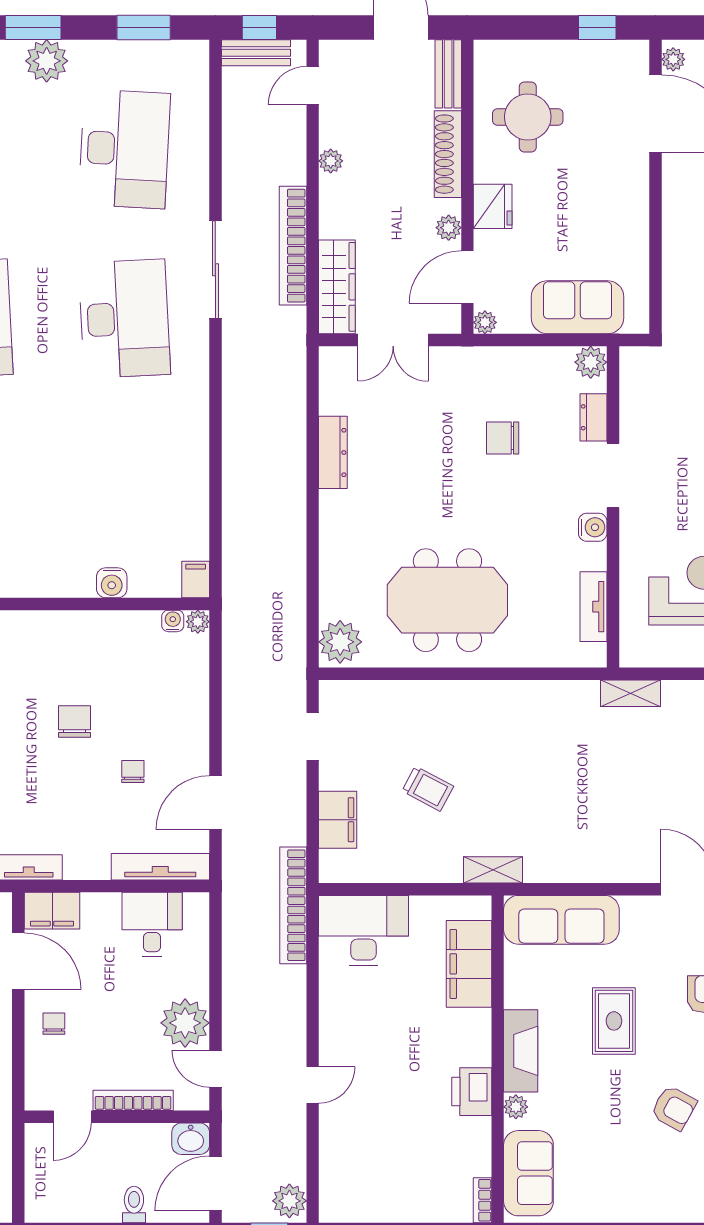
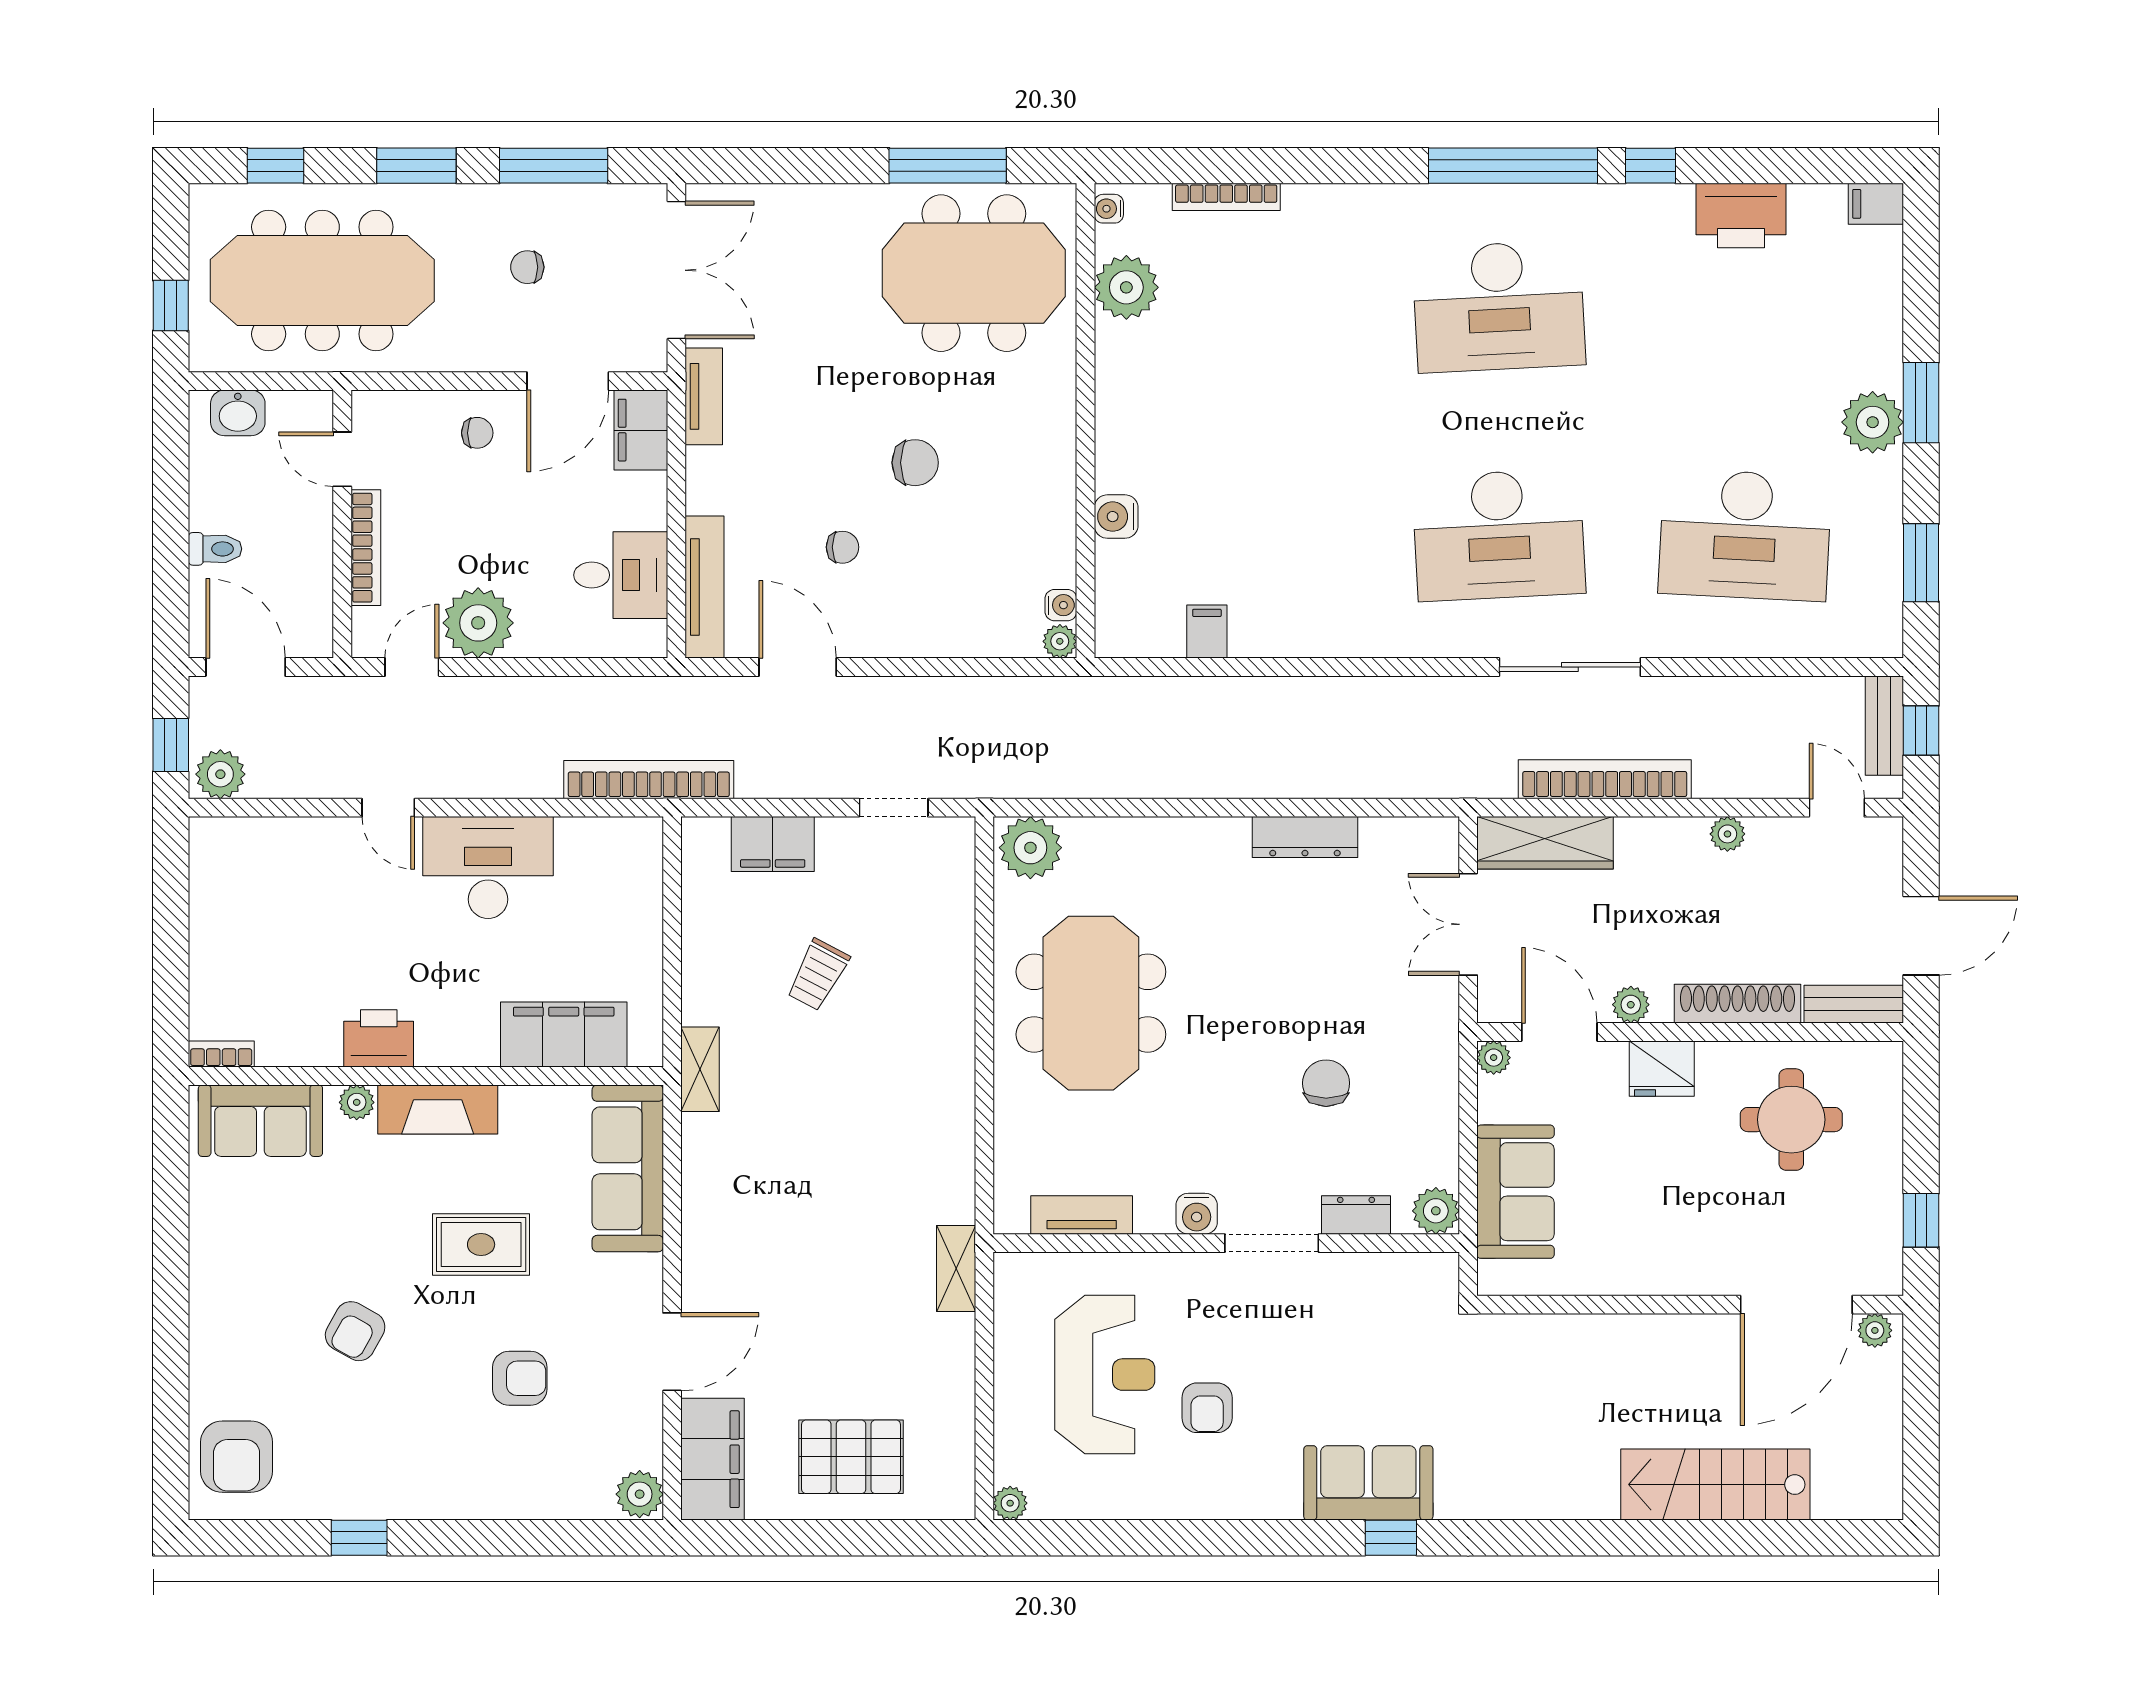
filing cabinet: (196, 579) -> (1207, 632), moved, turned -90
desk: (364, 931) -> (488, 868), moved, turned -90
washbasin: (191, 1139) -> (238, 413), moved, turned -90

